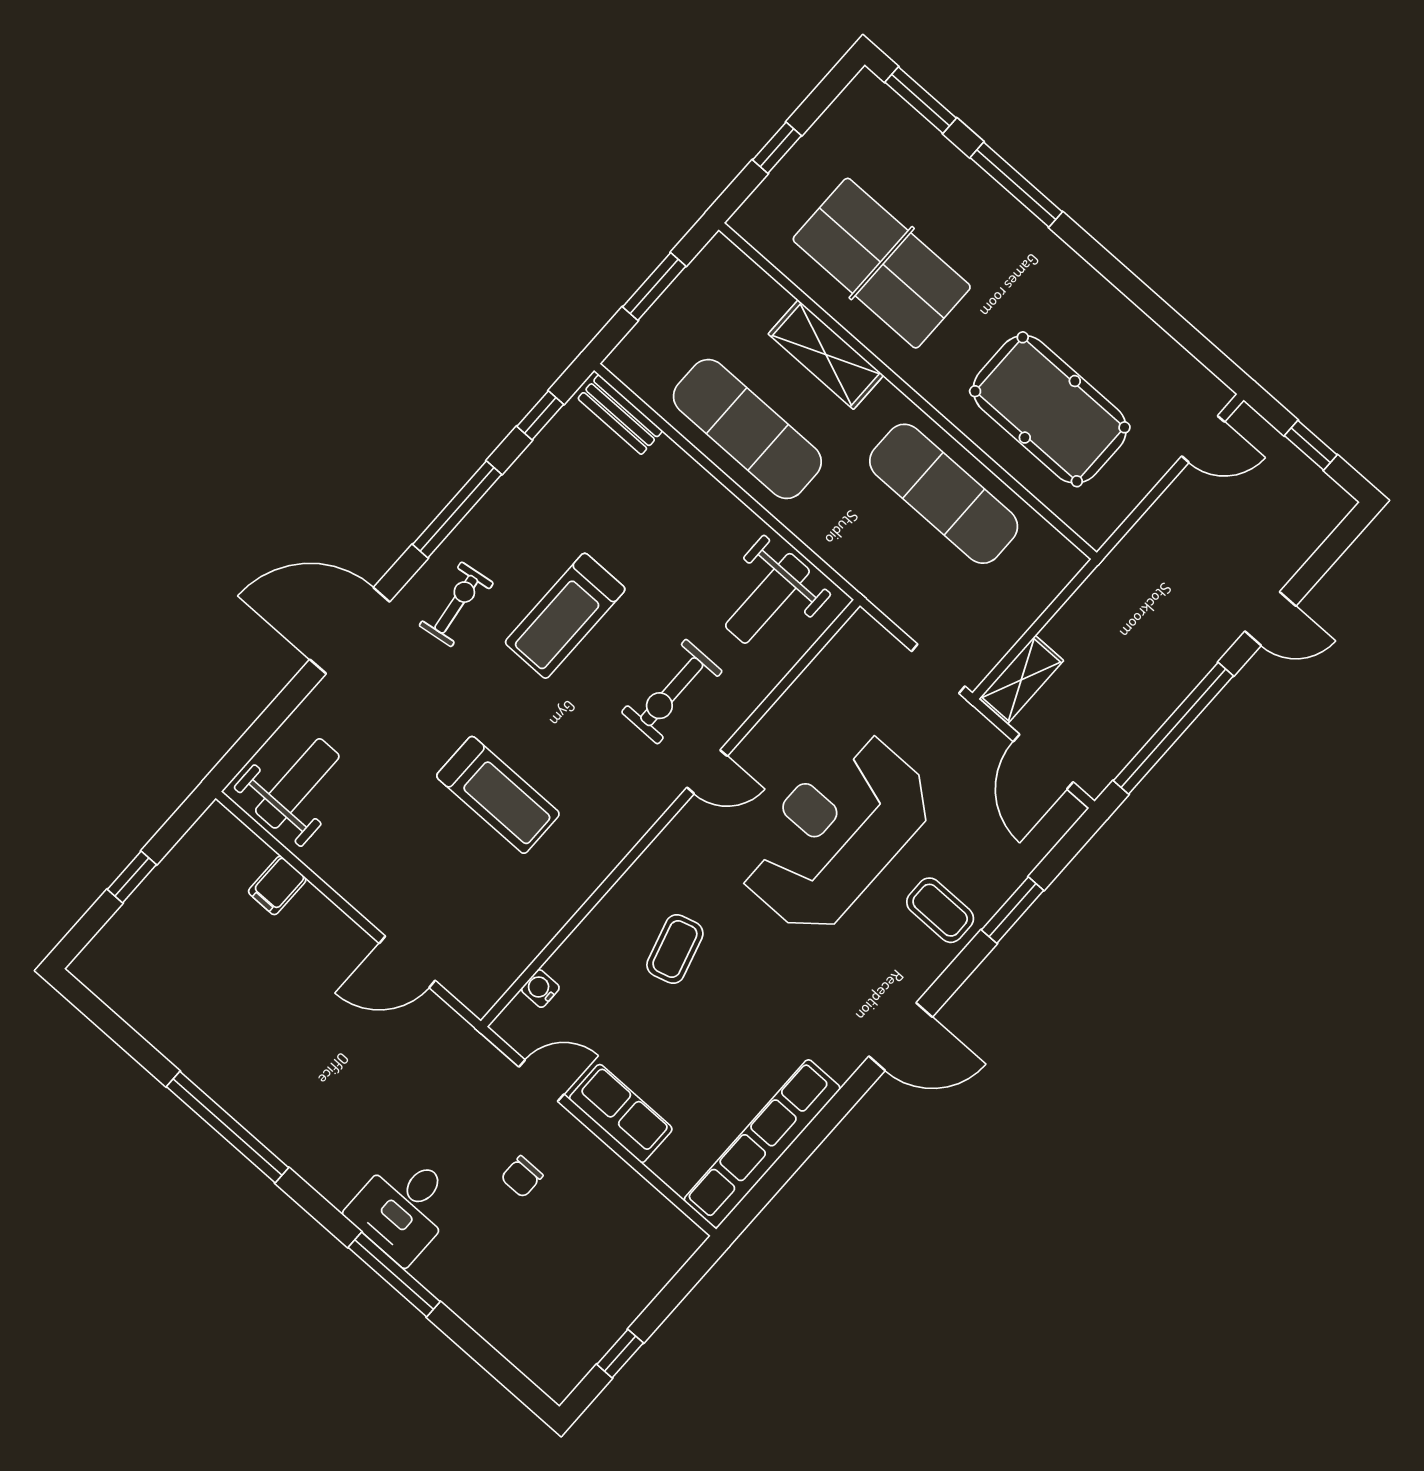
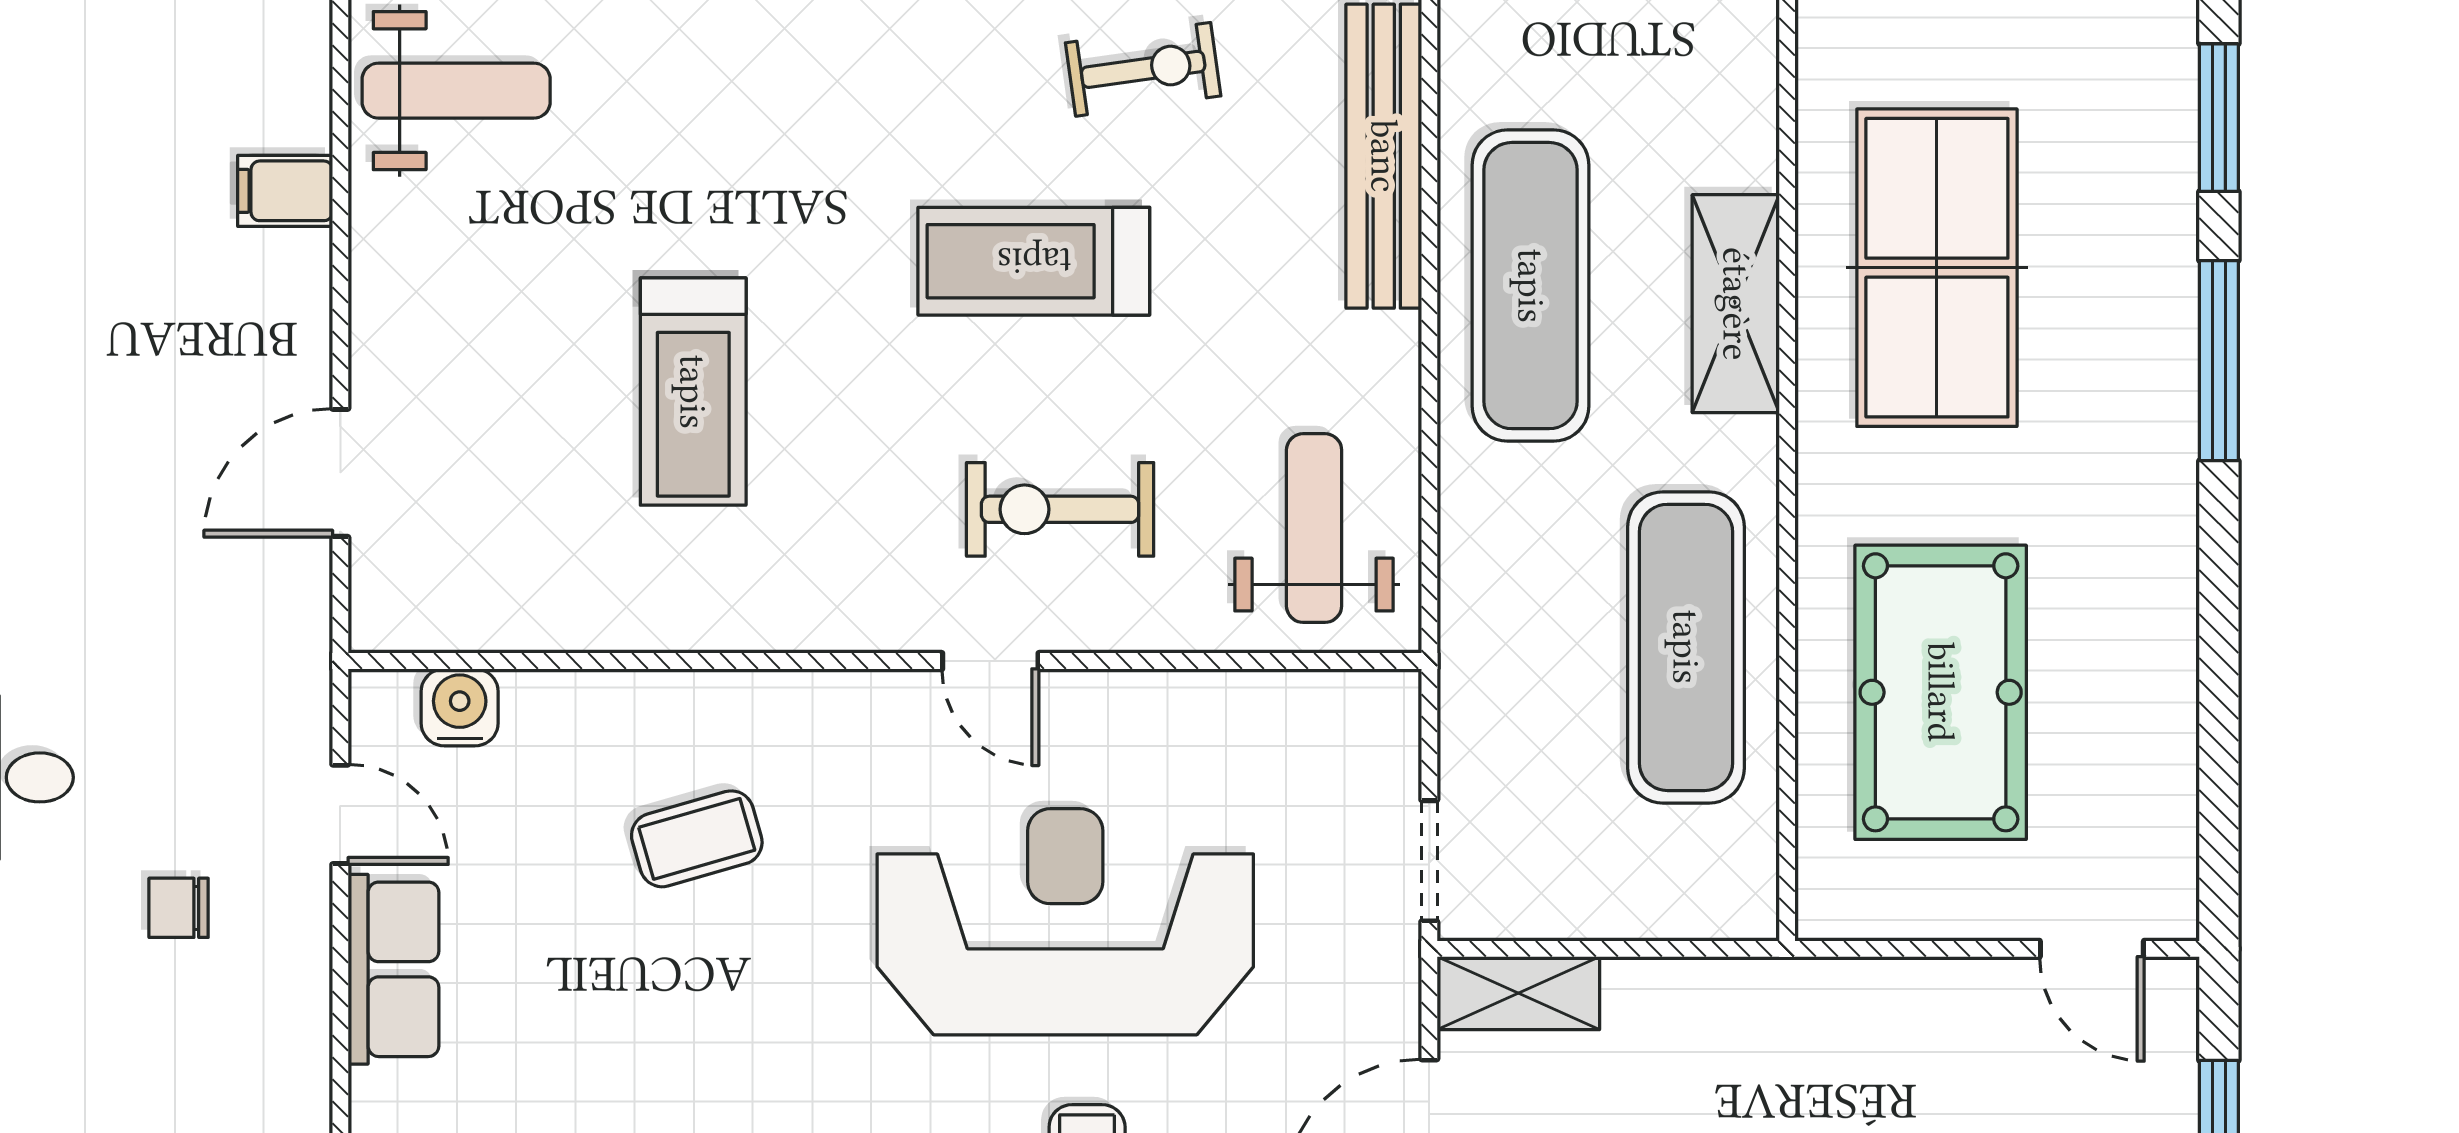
bench: (620, 415) -> (1384, 156), width x1.86, depth x1.21
weight bench: (767, 598) -> (1314, 528), turned 90
exercise bike: (456, 604) -> (1143, 69), moved
door: (407, 962) -> (340, 473), hinge flipped
water cooler: (540, 989) -> (460, 707), width x1.38, depth x1.38

